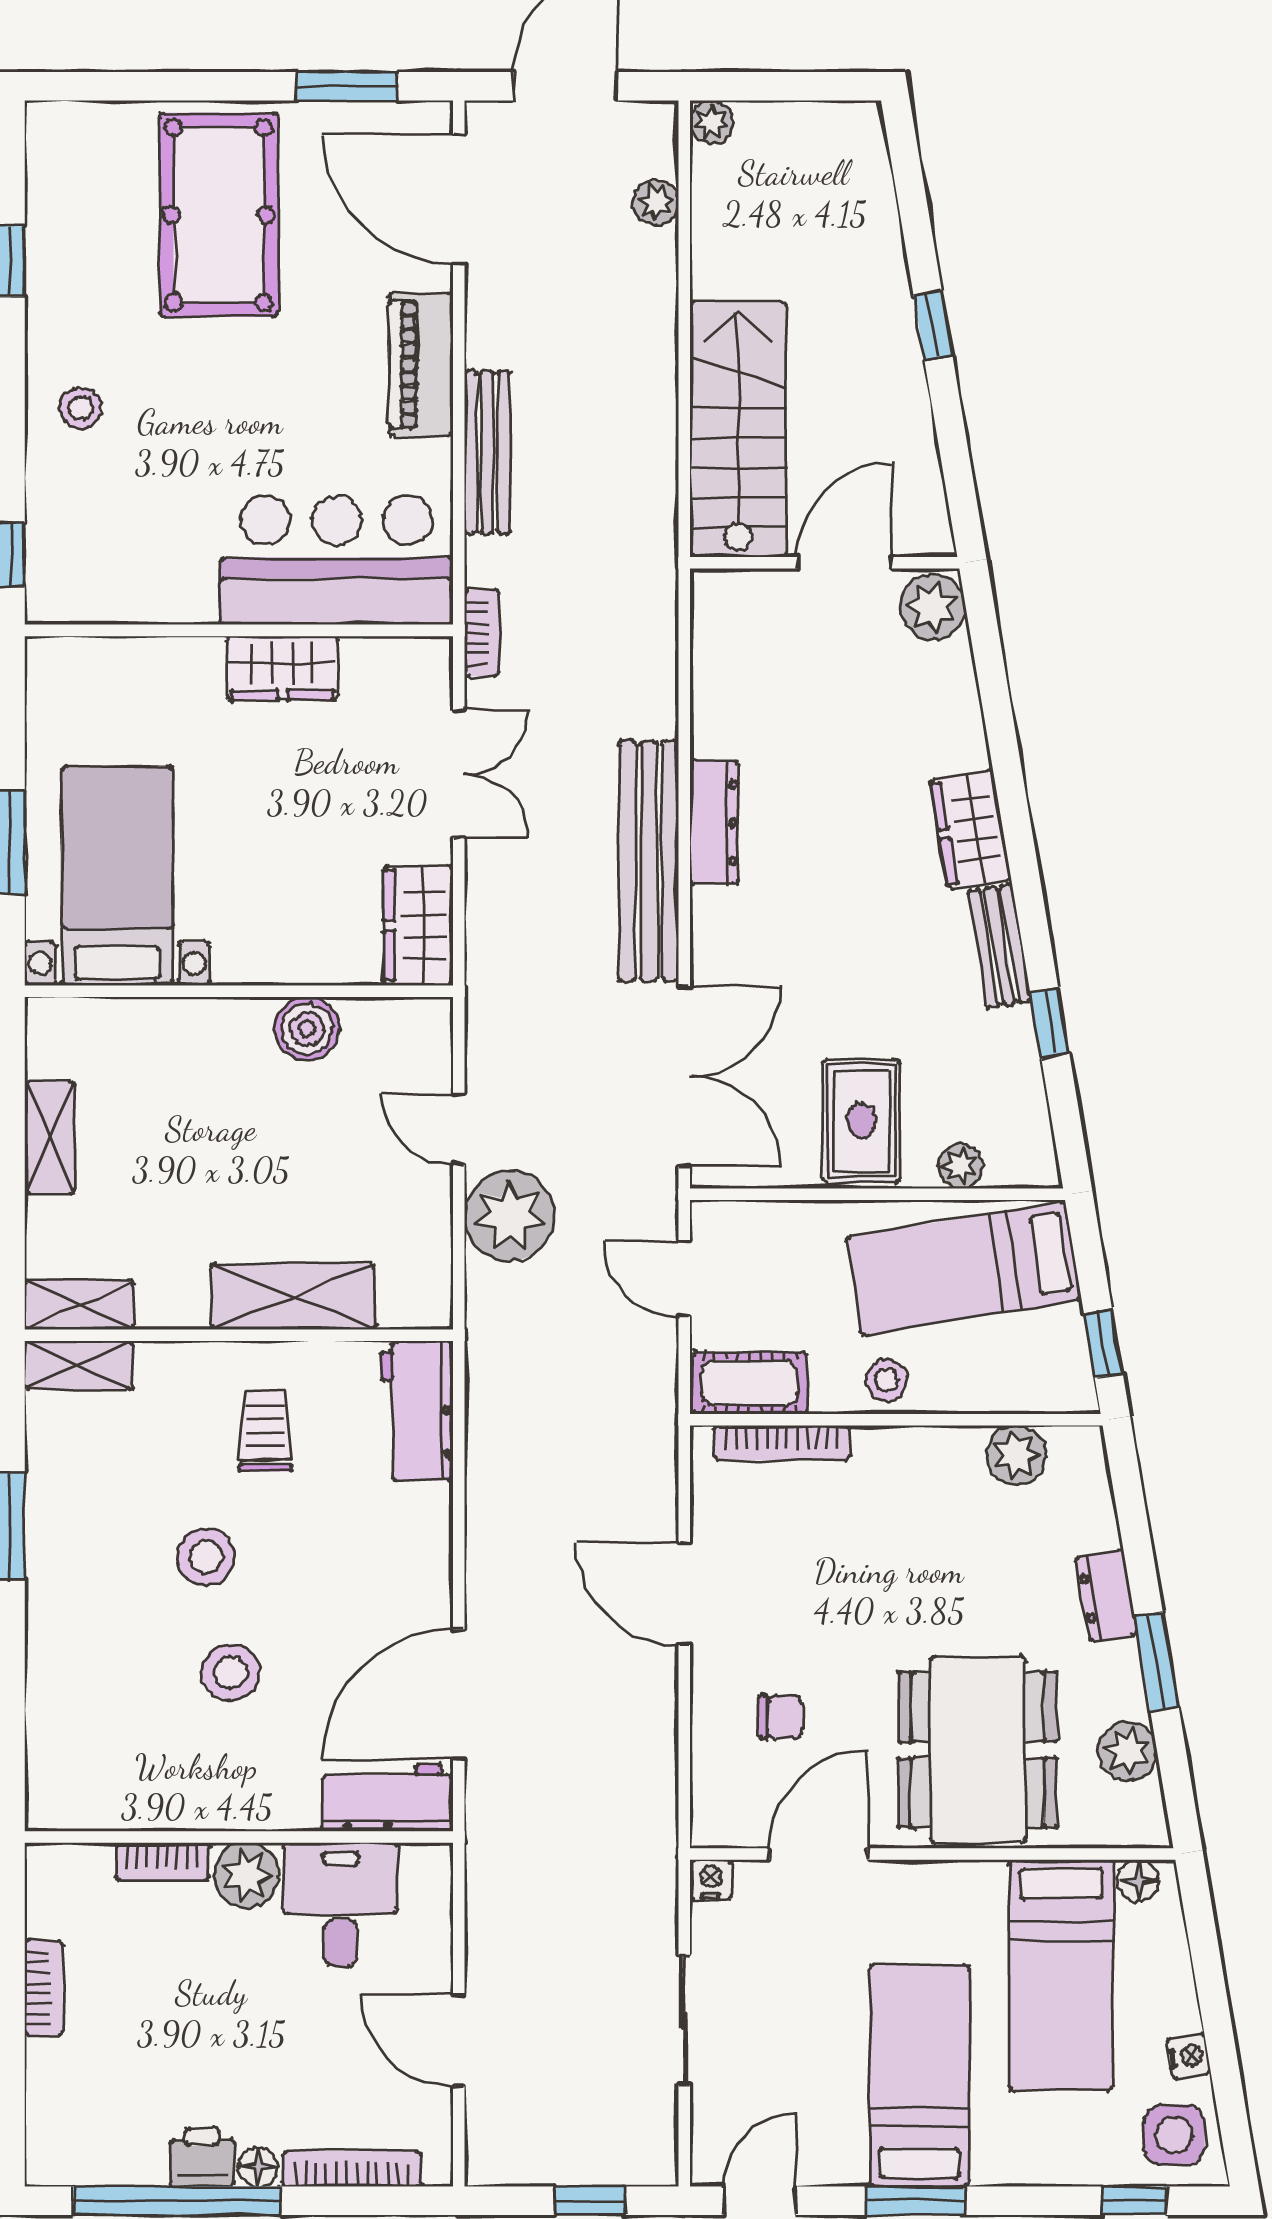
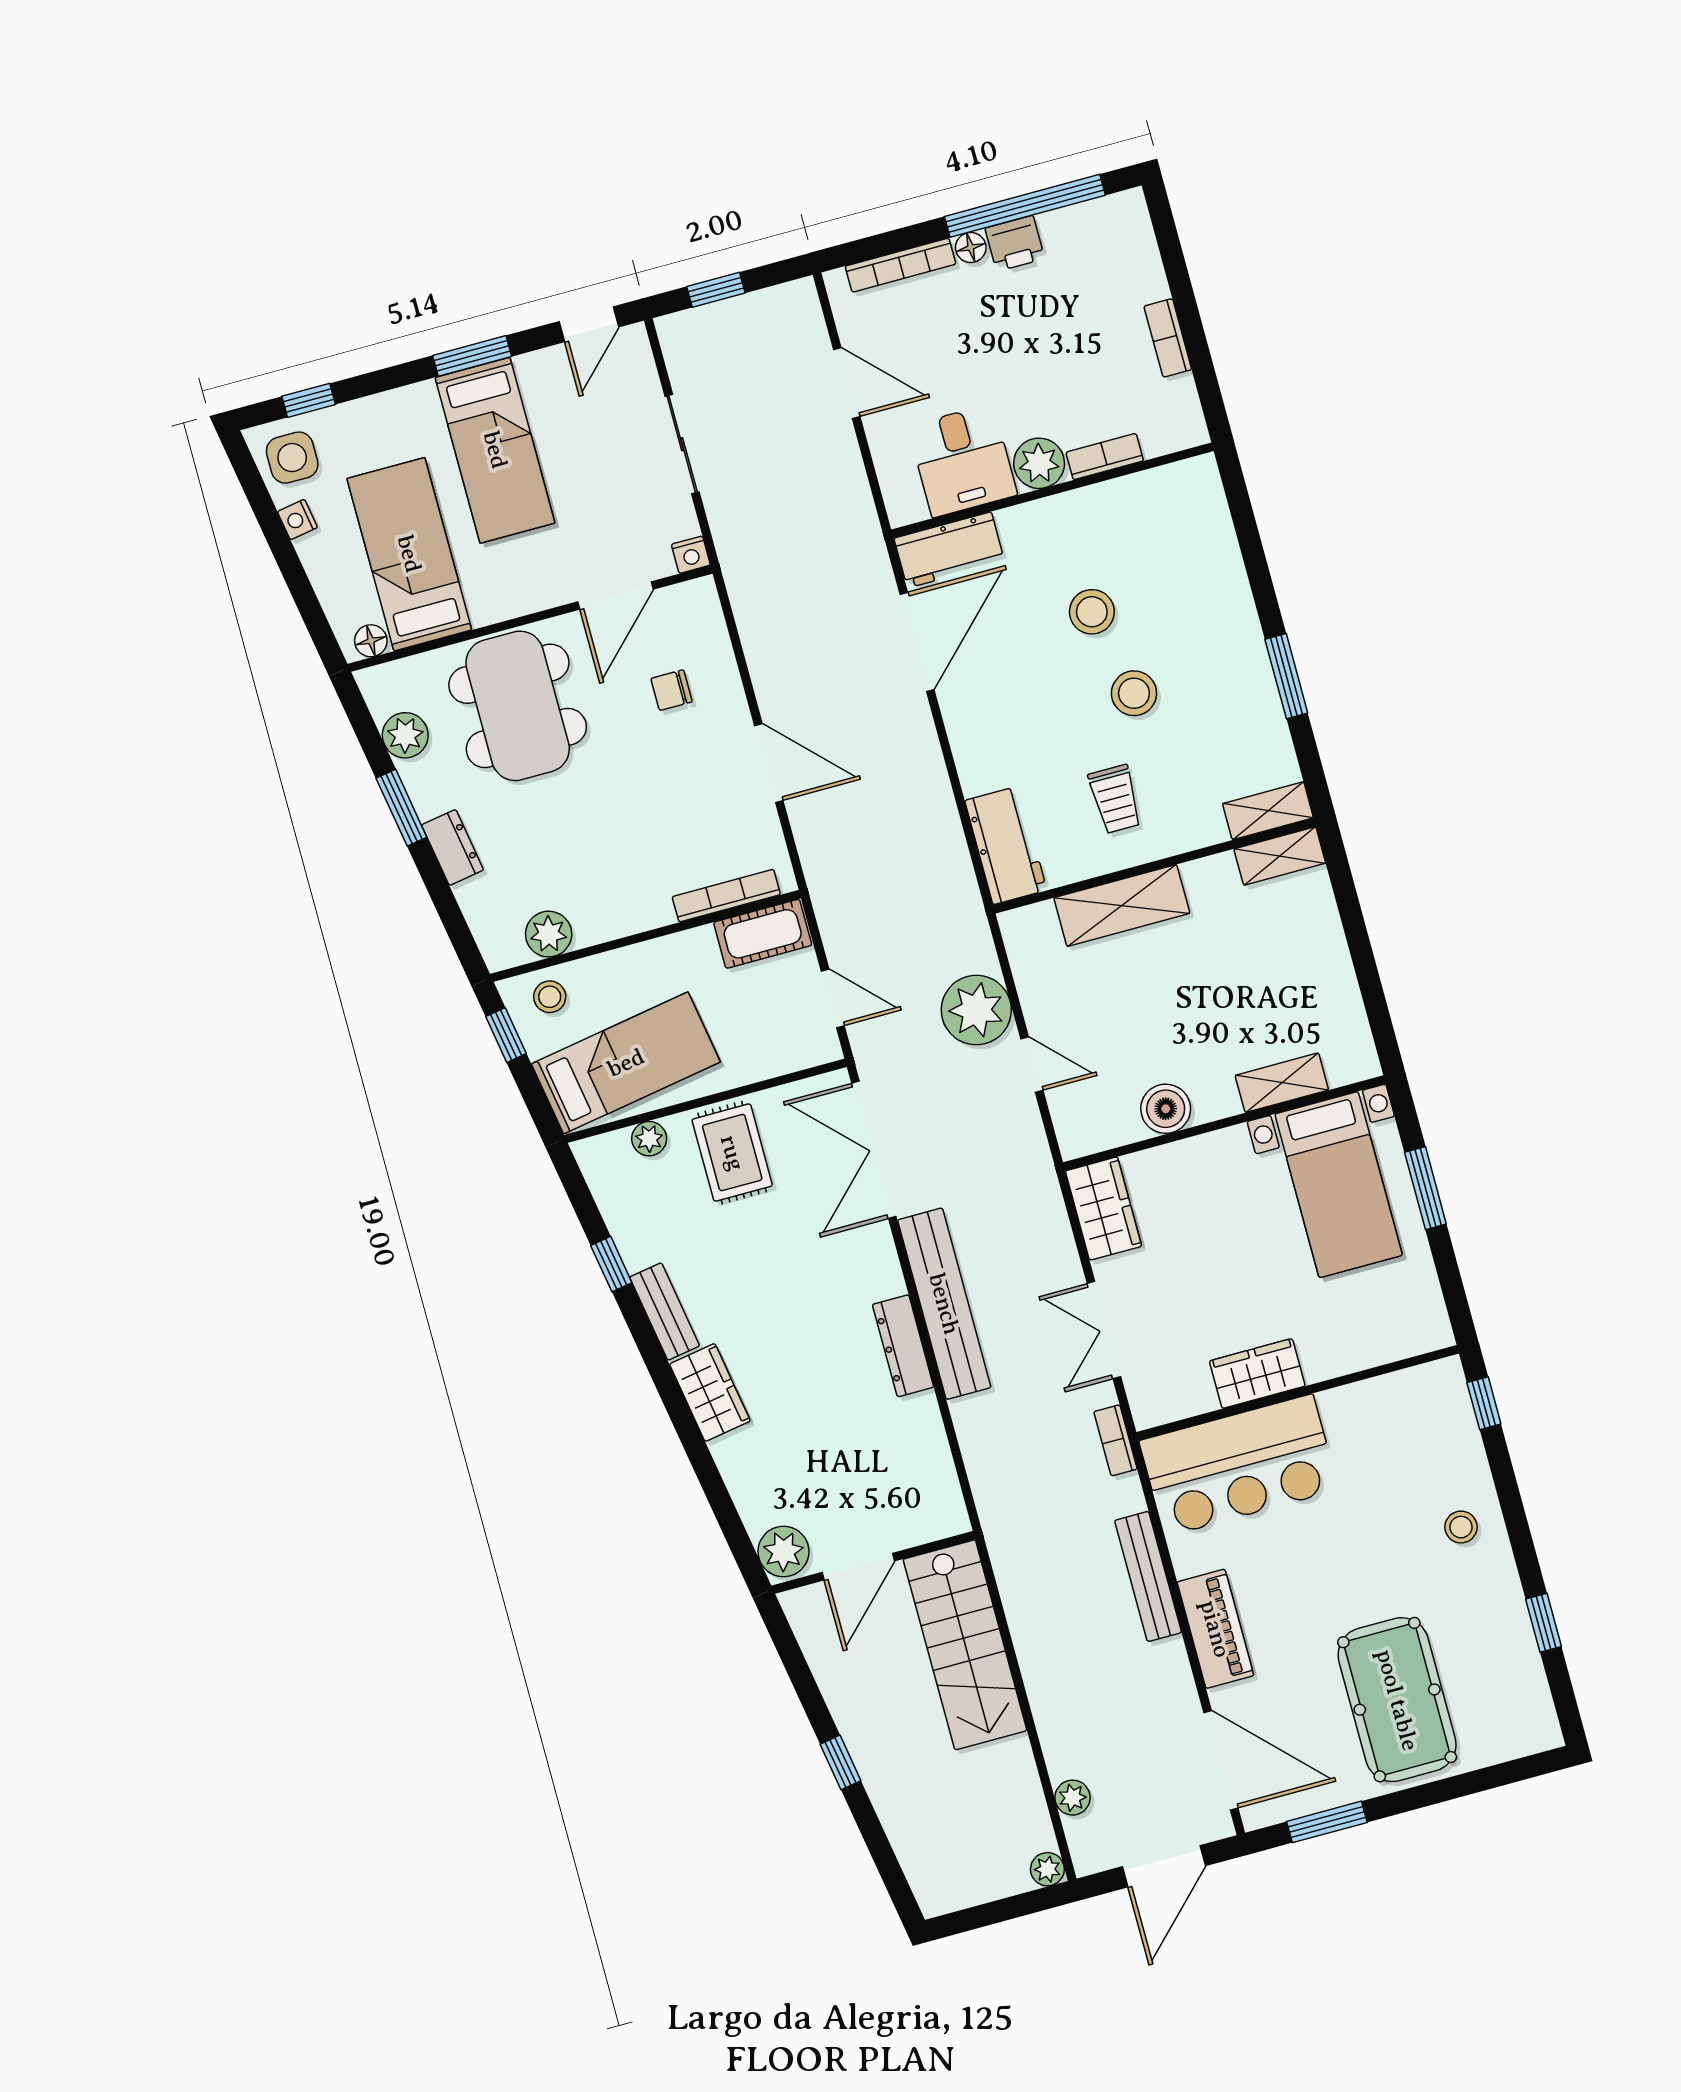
shelving: (50, 1137) -> (1282, 1083), moved, turned 90
stool: (886, 1380) -> (550, 997), moved

